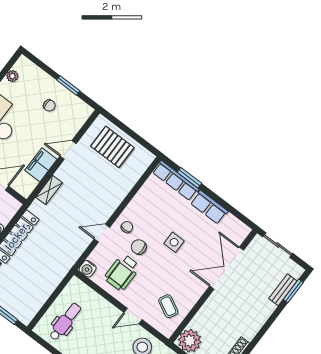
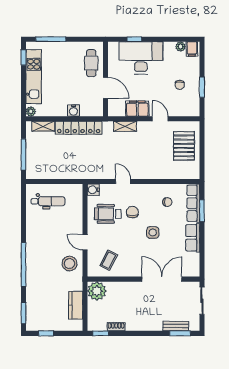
filing cabinet: (23, 67) -> (192, 49), added
chair: (127, 227) -> (167, 202), moved

